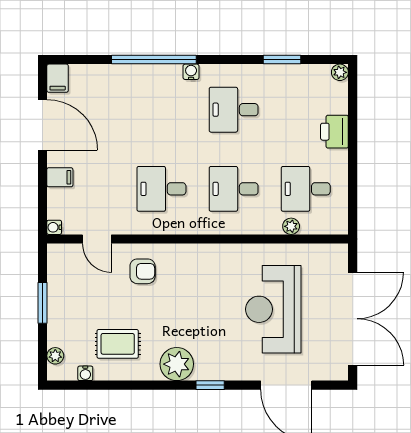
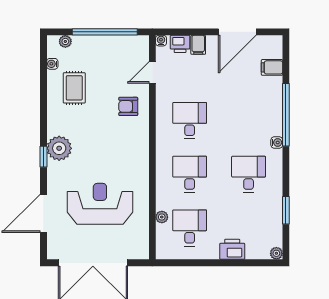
filing cabinet: (58, 78) -> (272, 67), moved
printer: (59, 202) -> (180, 44), added
armchair: (143, 271) -> (128, 106), turned 90
window: (42, 303) -> (105, 32), width x2.11
plant: (177, 364) -> (59, 148), moved

